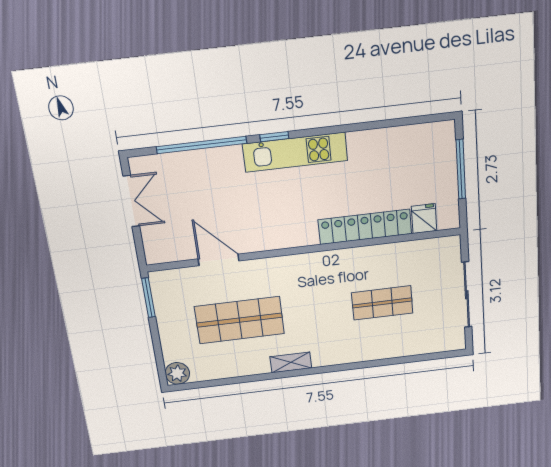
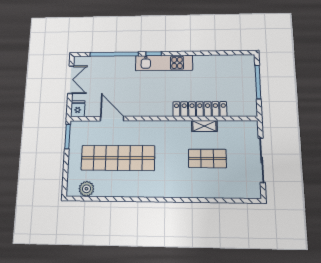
fridge: (424, 219) -> (78, 109), moved
shop shelf: (239, 320) -> (118, 158), width x1.40
shelving: (291, 362) -> (204, 126), moved
plant: (177, 373) -> (86, 189), moved

